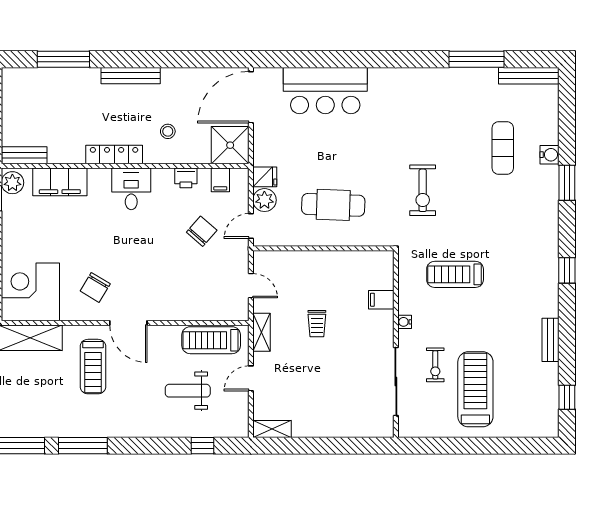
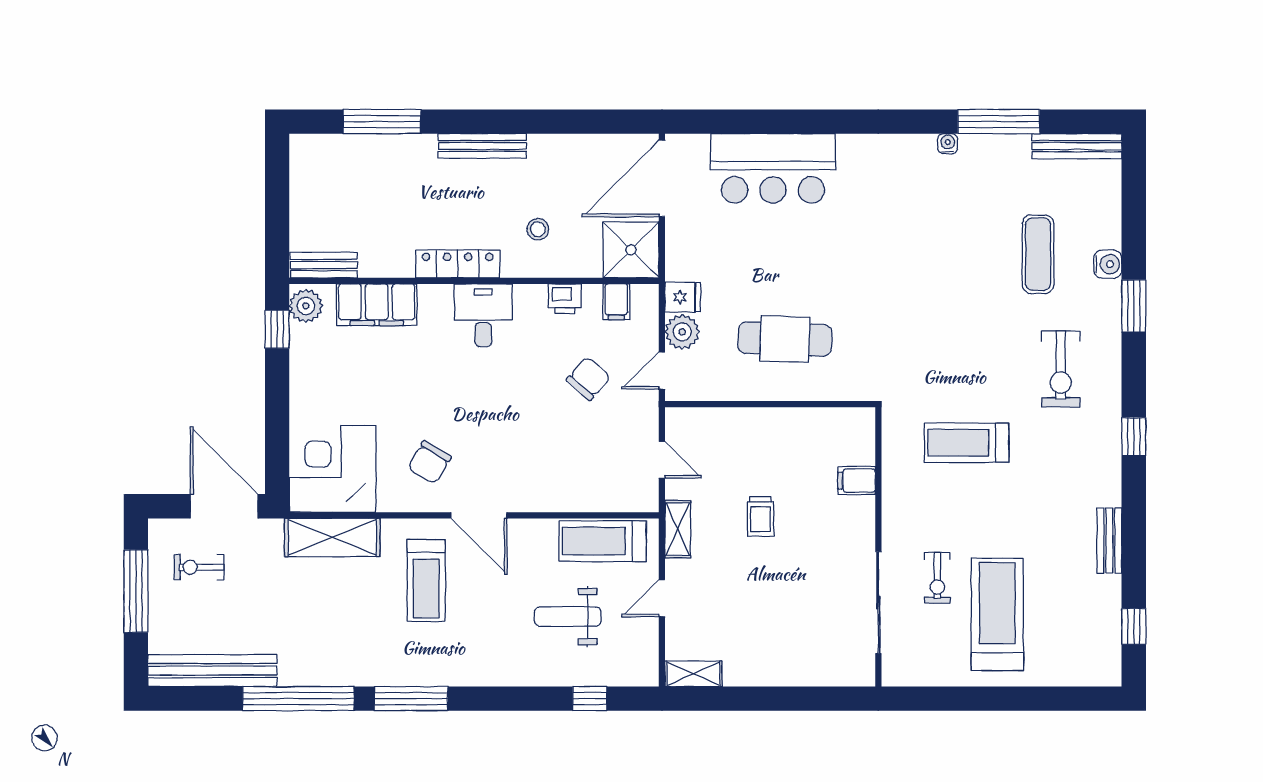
exercise bike: (423, 190) -> (1061, 369), moved
water cooler: (405, 322) -> (948, 144), moved, turned 90

